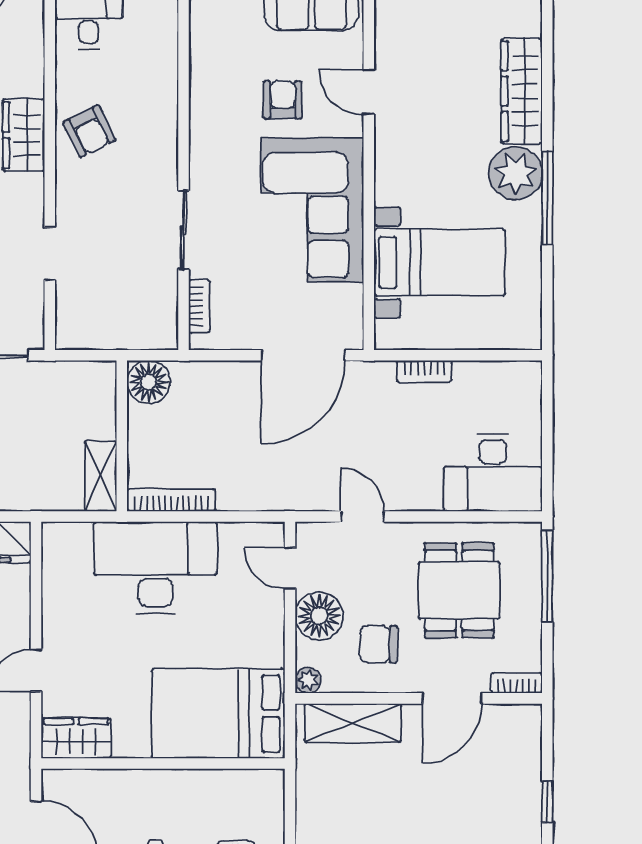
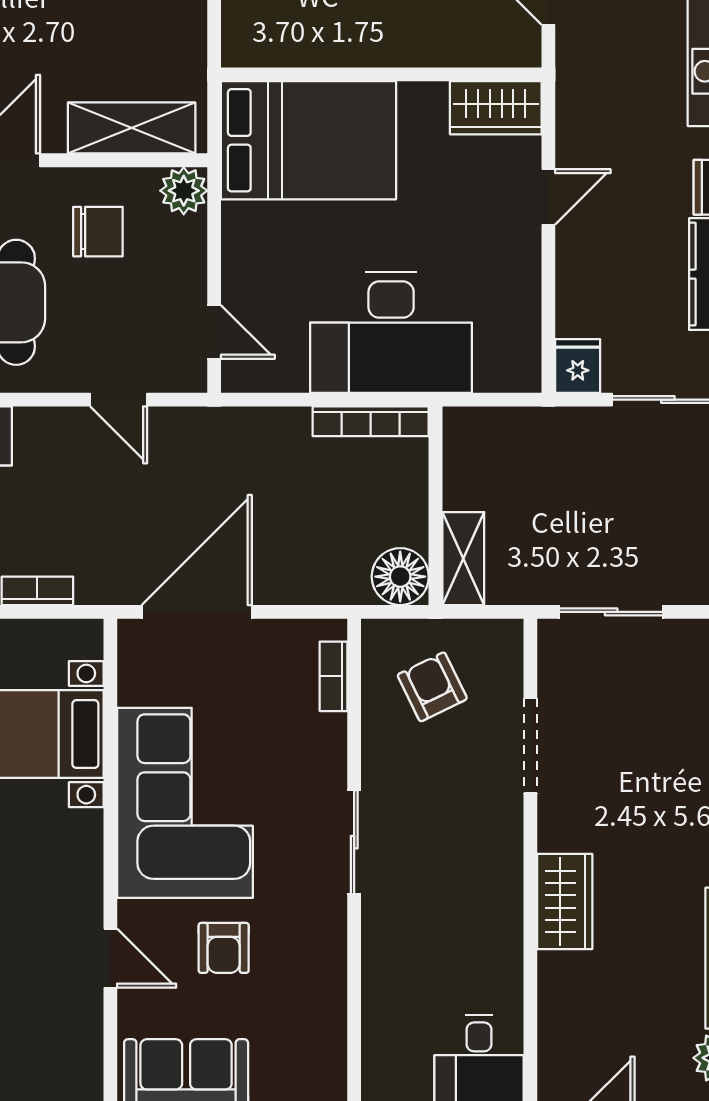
armchair: (89, 131) -> (432, 687), moved
sliding door: (184, 230) -> (354, 842), moved
doorway: (50, 254) -> (530, 746), width x1.38
shelving: (101, 476) -> (463, 559), moved
floor lamp: (319, 616) -> (176, 269), removed
plant: (308, 680) -> (184, 191), width x1.38, depth x1.38

